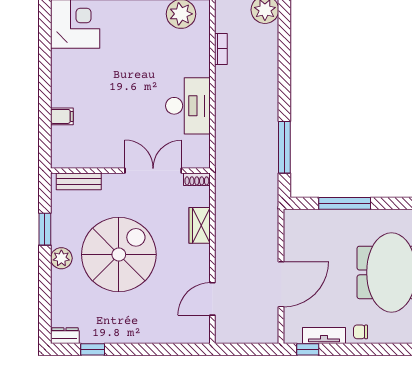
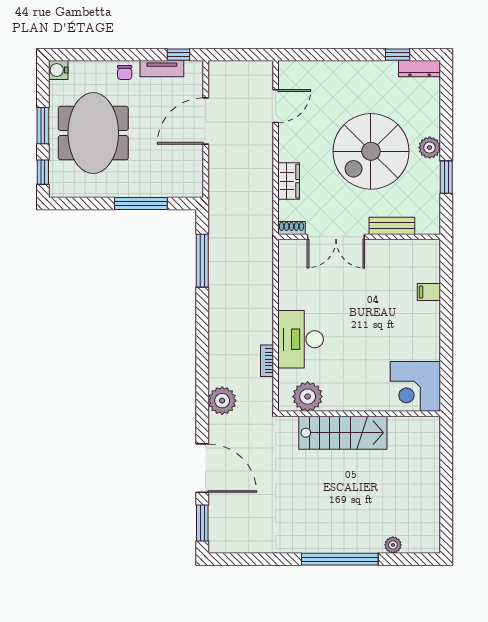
desk: (188, 106) -> (301, 339), moved
bench: (79, 181) -> (392, 226), moved
chair: (361, 332) -> (125, 73), turned 90
dresser: (65, 336) -> (420, 69), width x1.44

